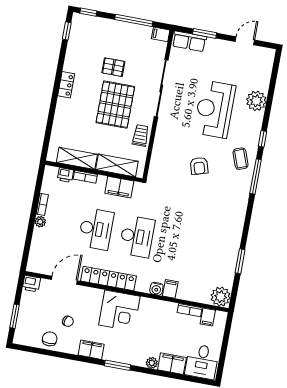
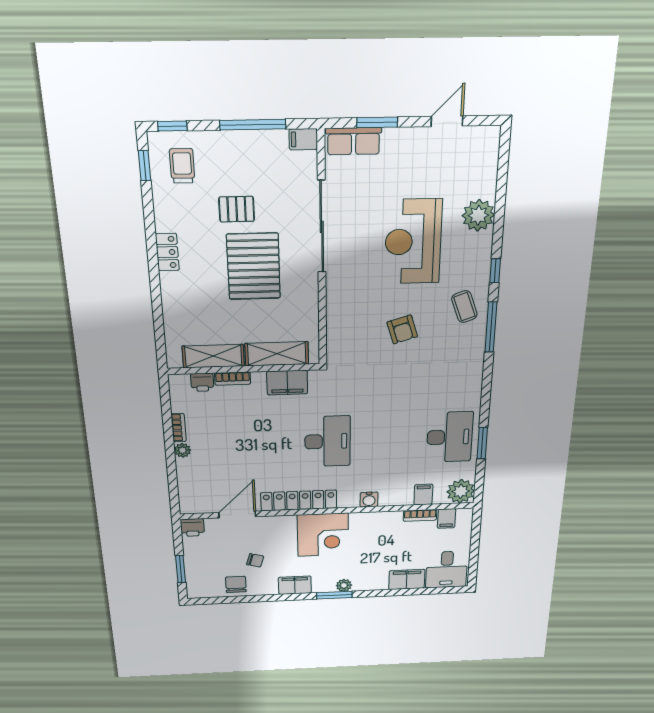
trolley: (141, 135) -> (182, 166), moved
desk: (96, 229) -> (450, 437), moved
filing cabinet: (170, 289) -> (423, 495), moved
plant: (152, 363) -> (344, 585), moved

